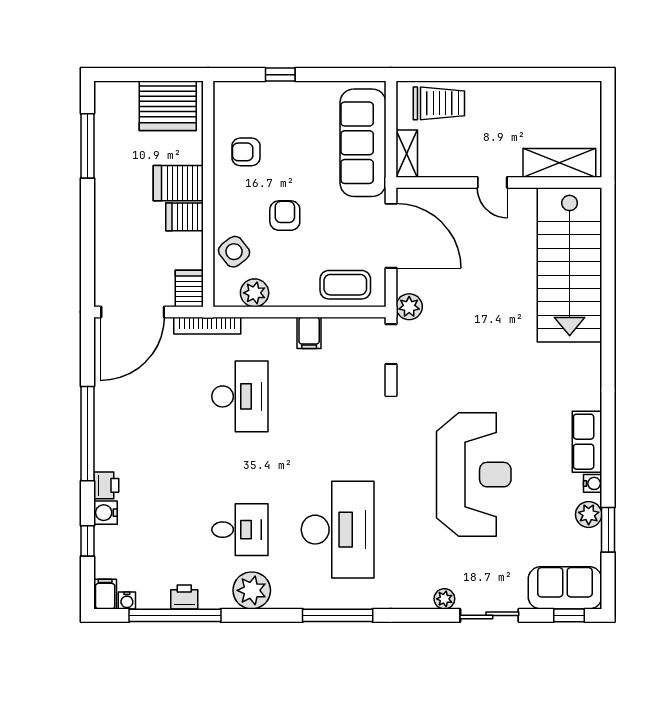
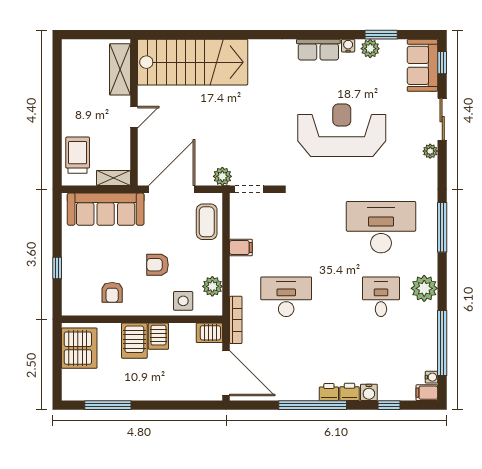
side table: (234, 252) -> (183, 301), turned 38
printer: (184, 597) -> (329, 392), moved, turned 90

